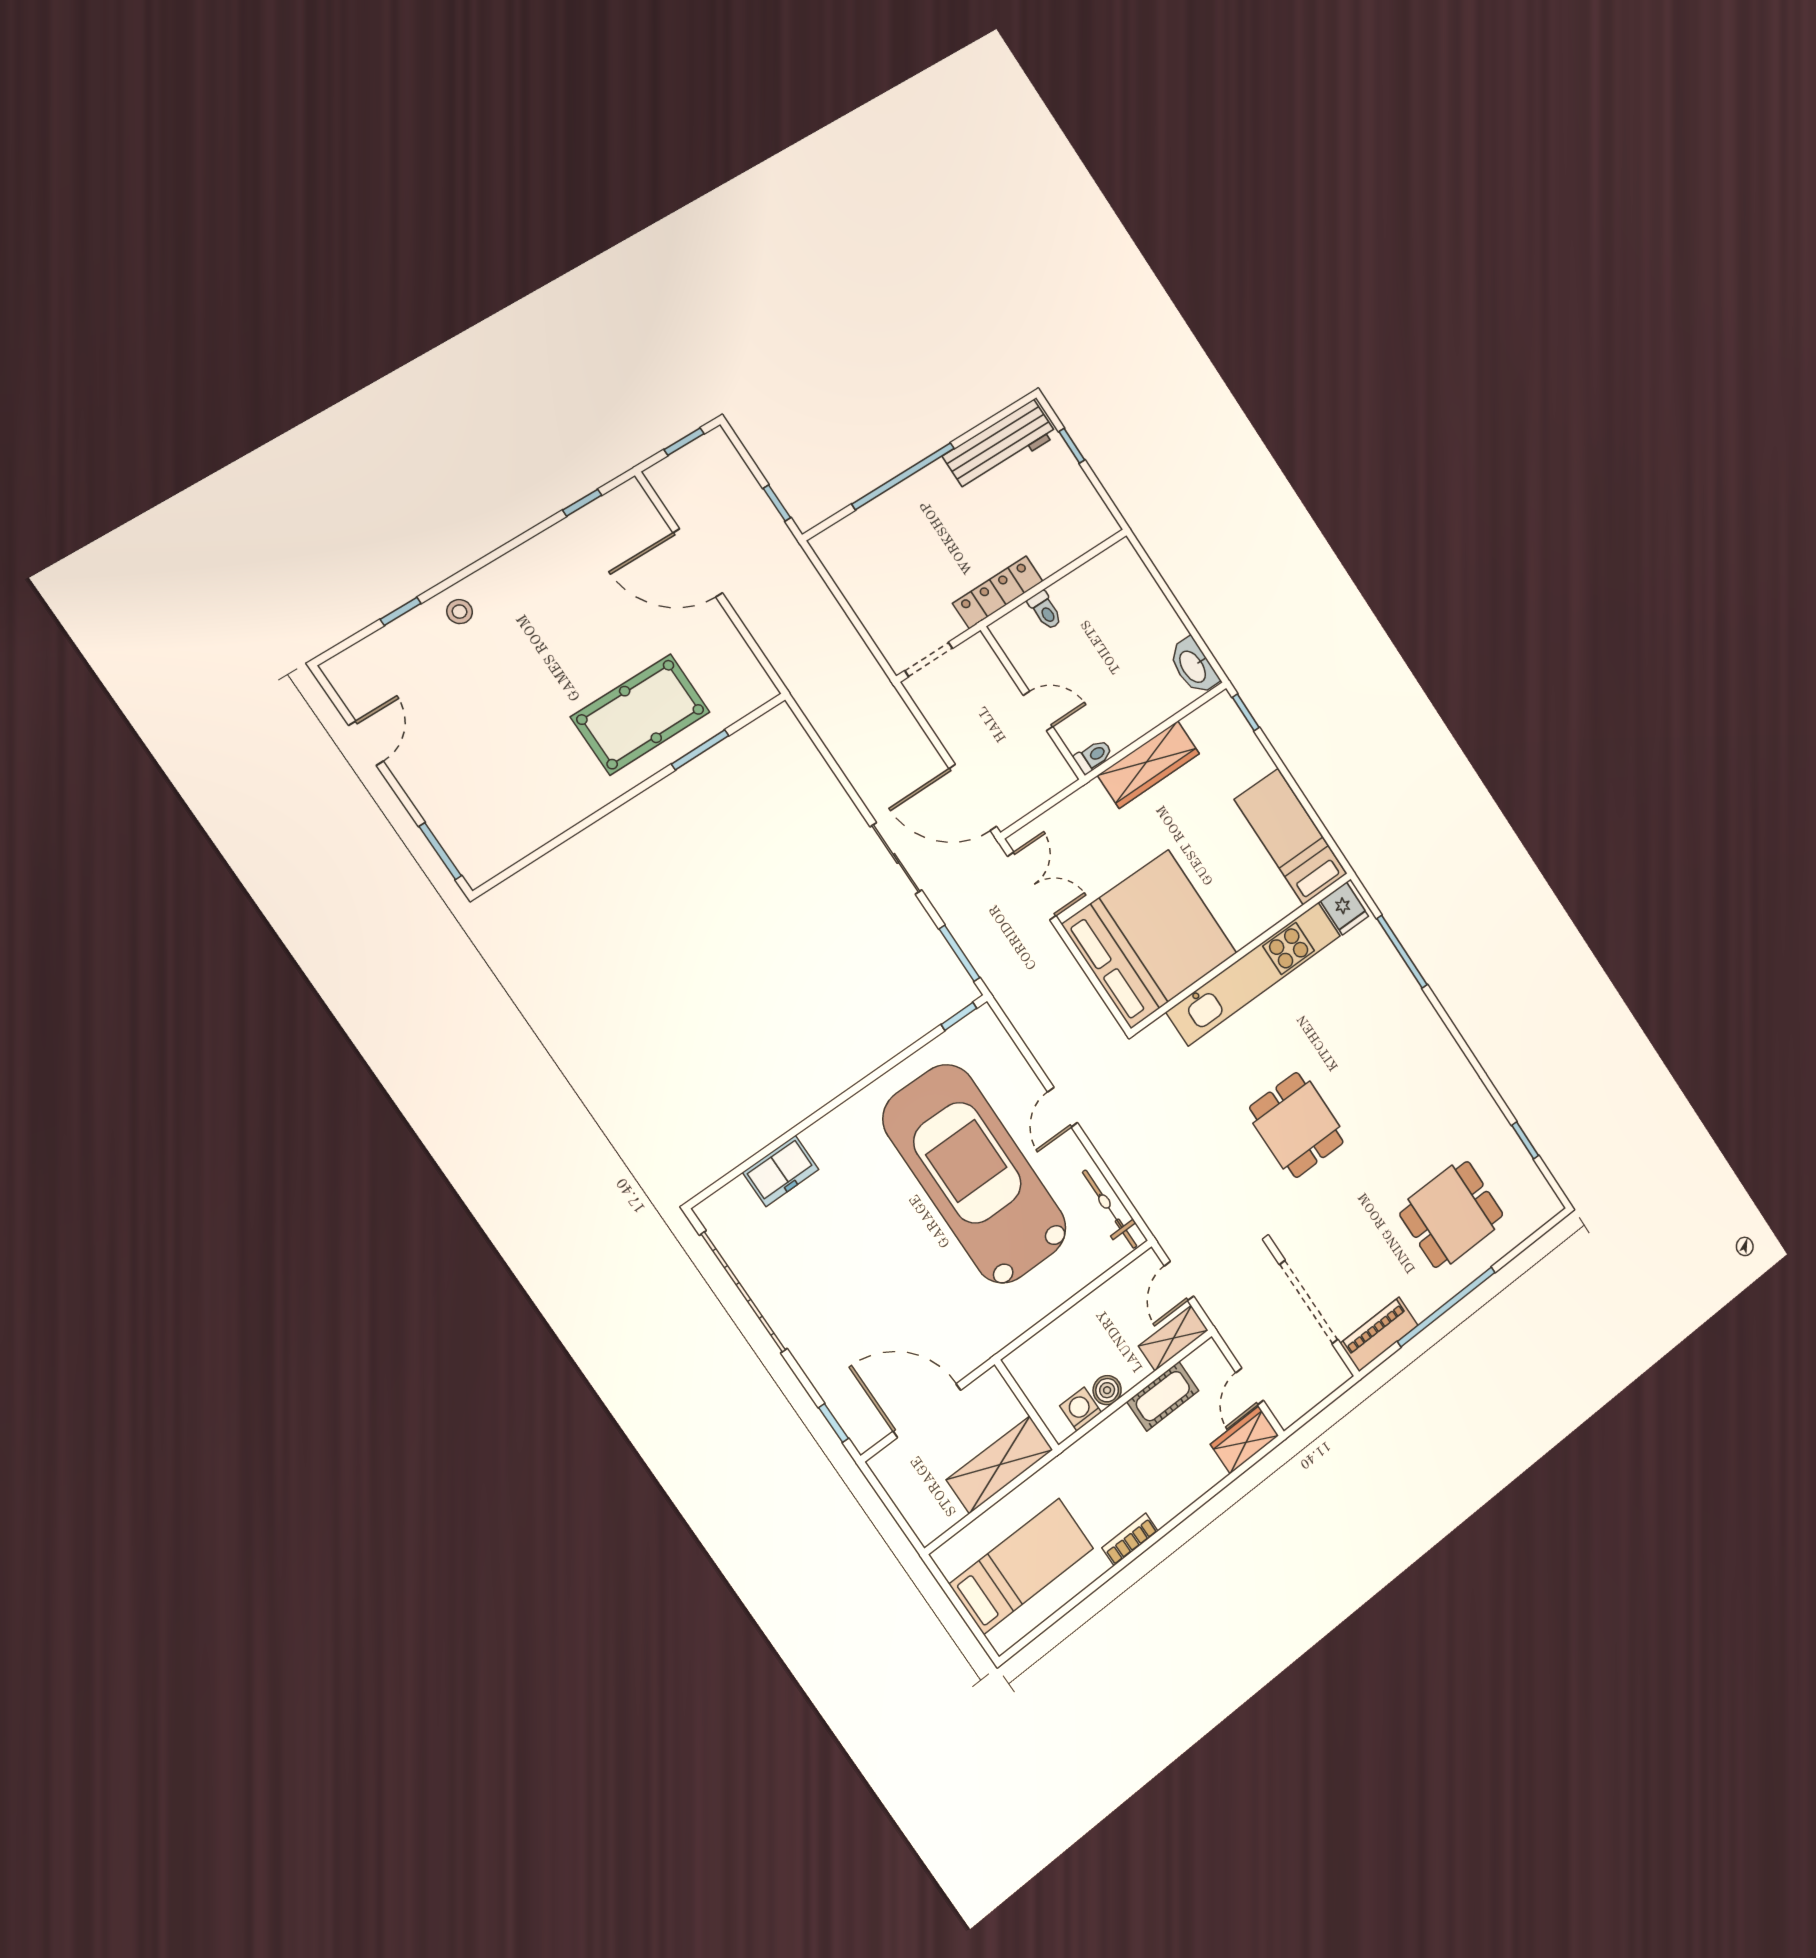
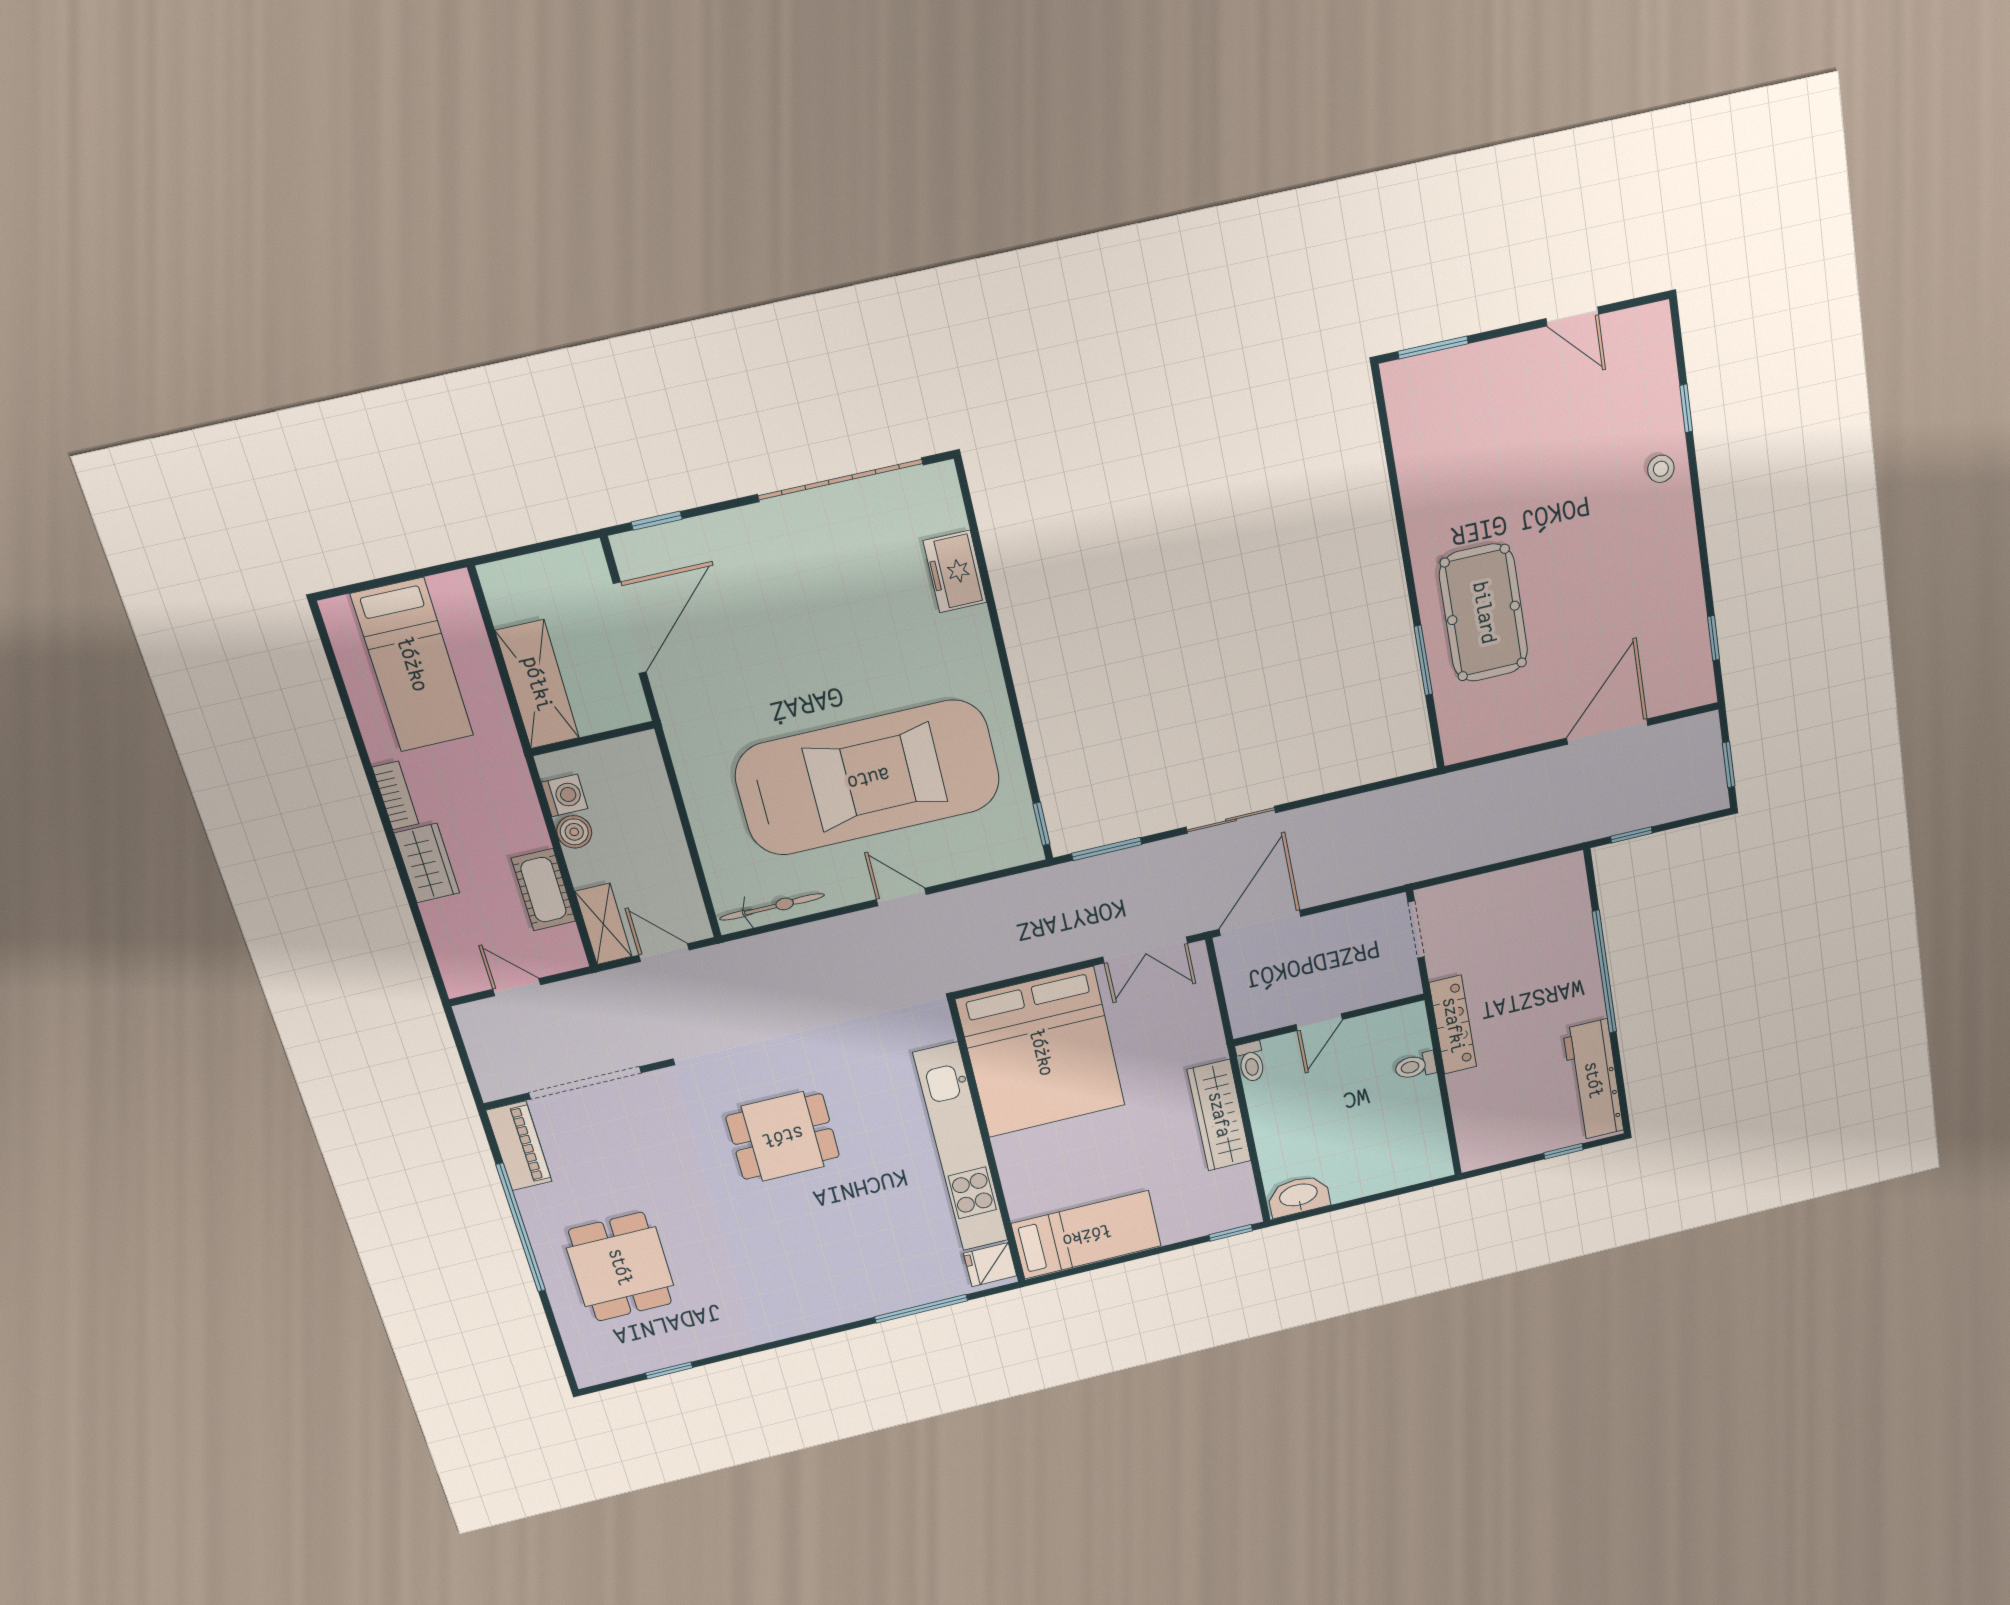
wardrobe: (1245, 1440) -> (427, 863), moved

